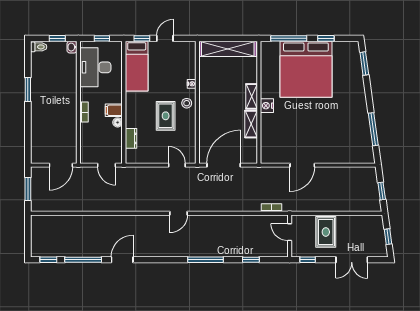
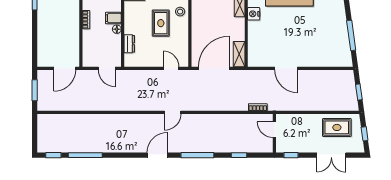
shelving: (251, 124) -> (239, 54), moved
door: (302, 165) -> (286, 68), hinge flipped
rug: (326, 232) -> (337, 127), moved, turned 90
door: (122, 260) -> (157, 155), moved

